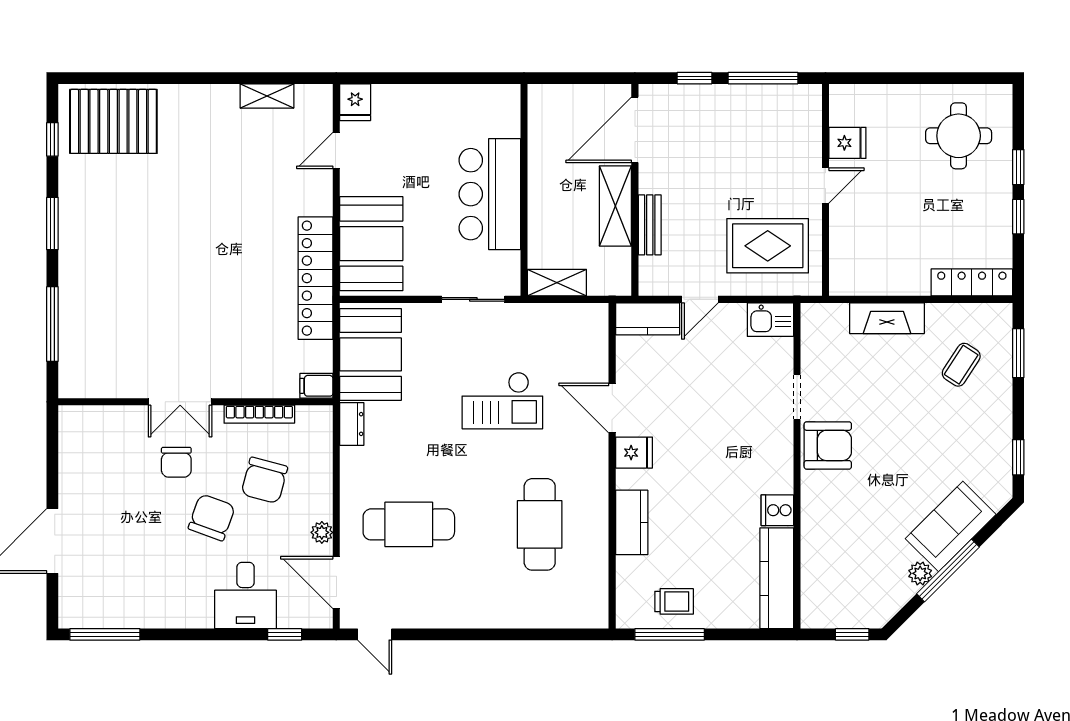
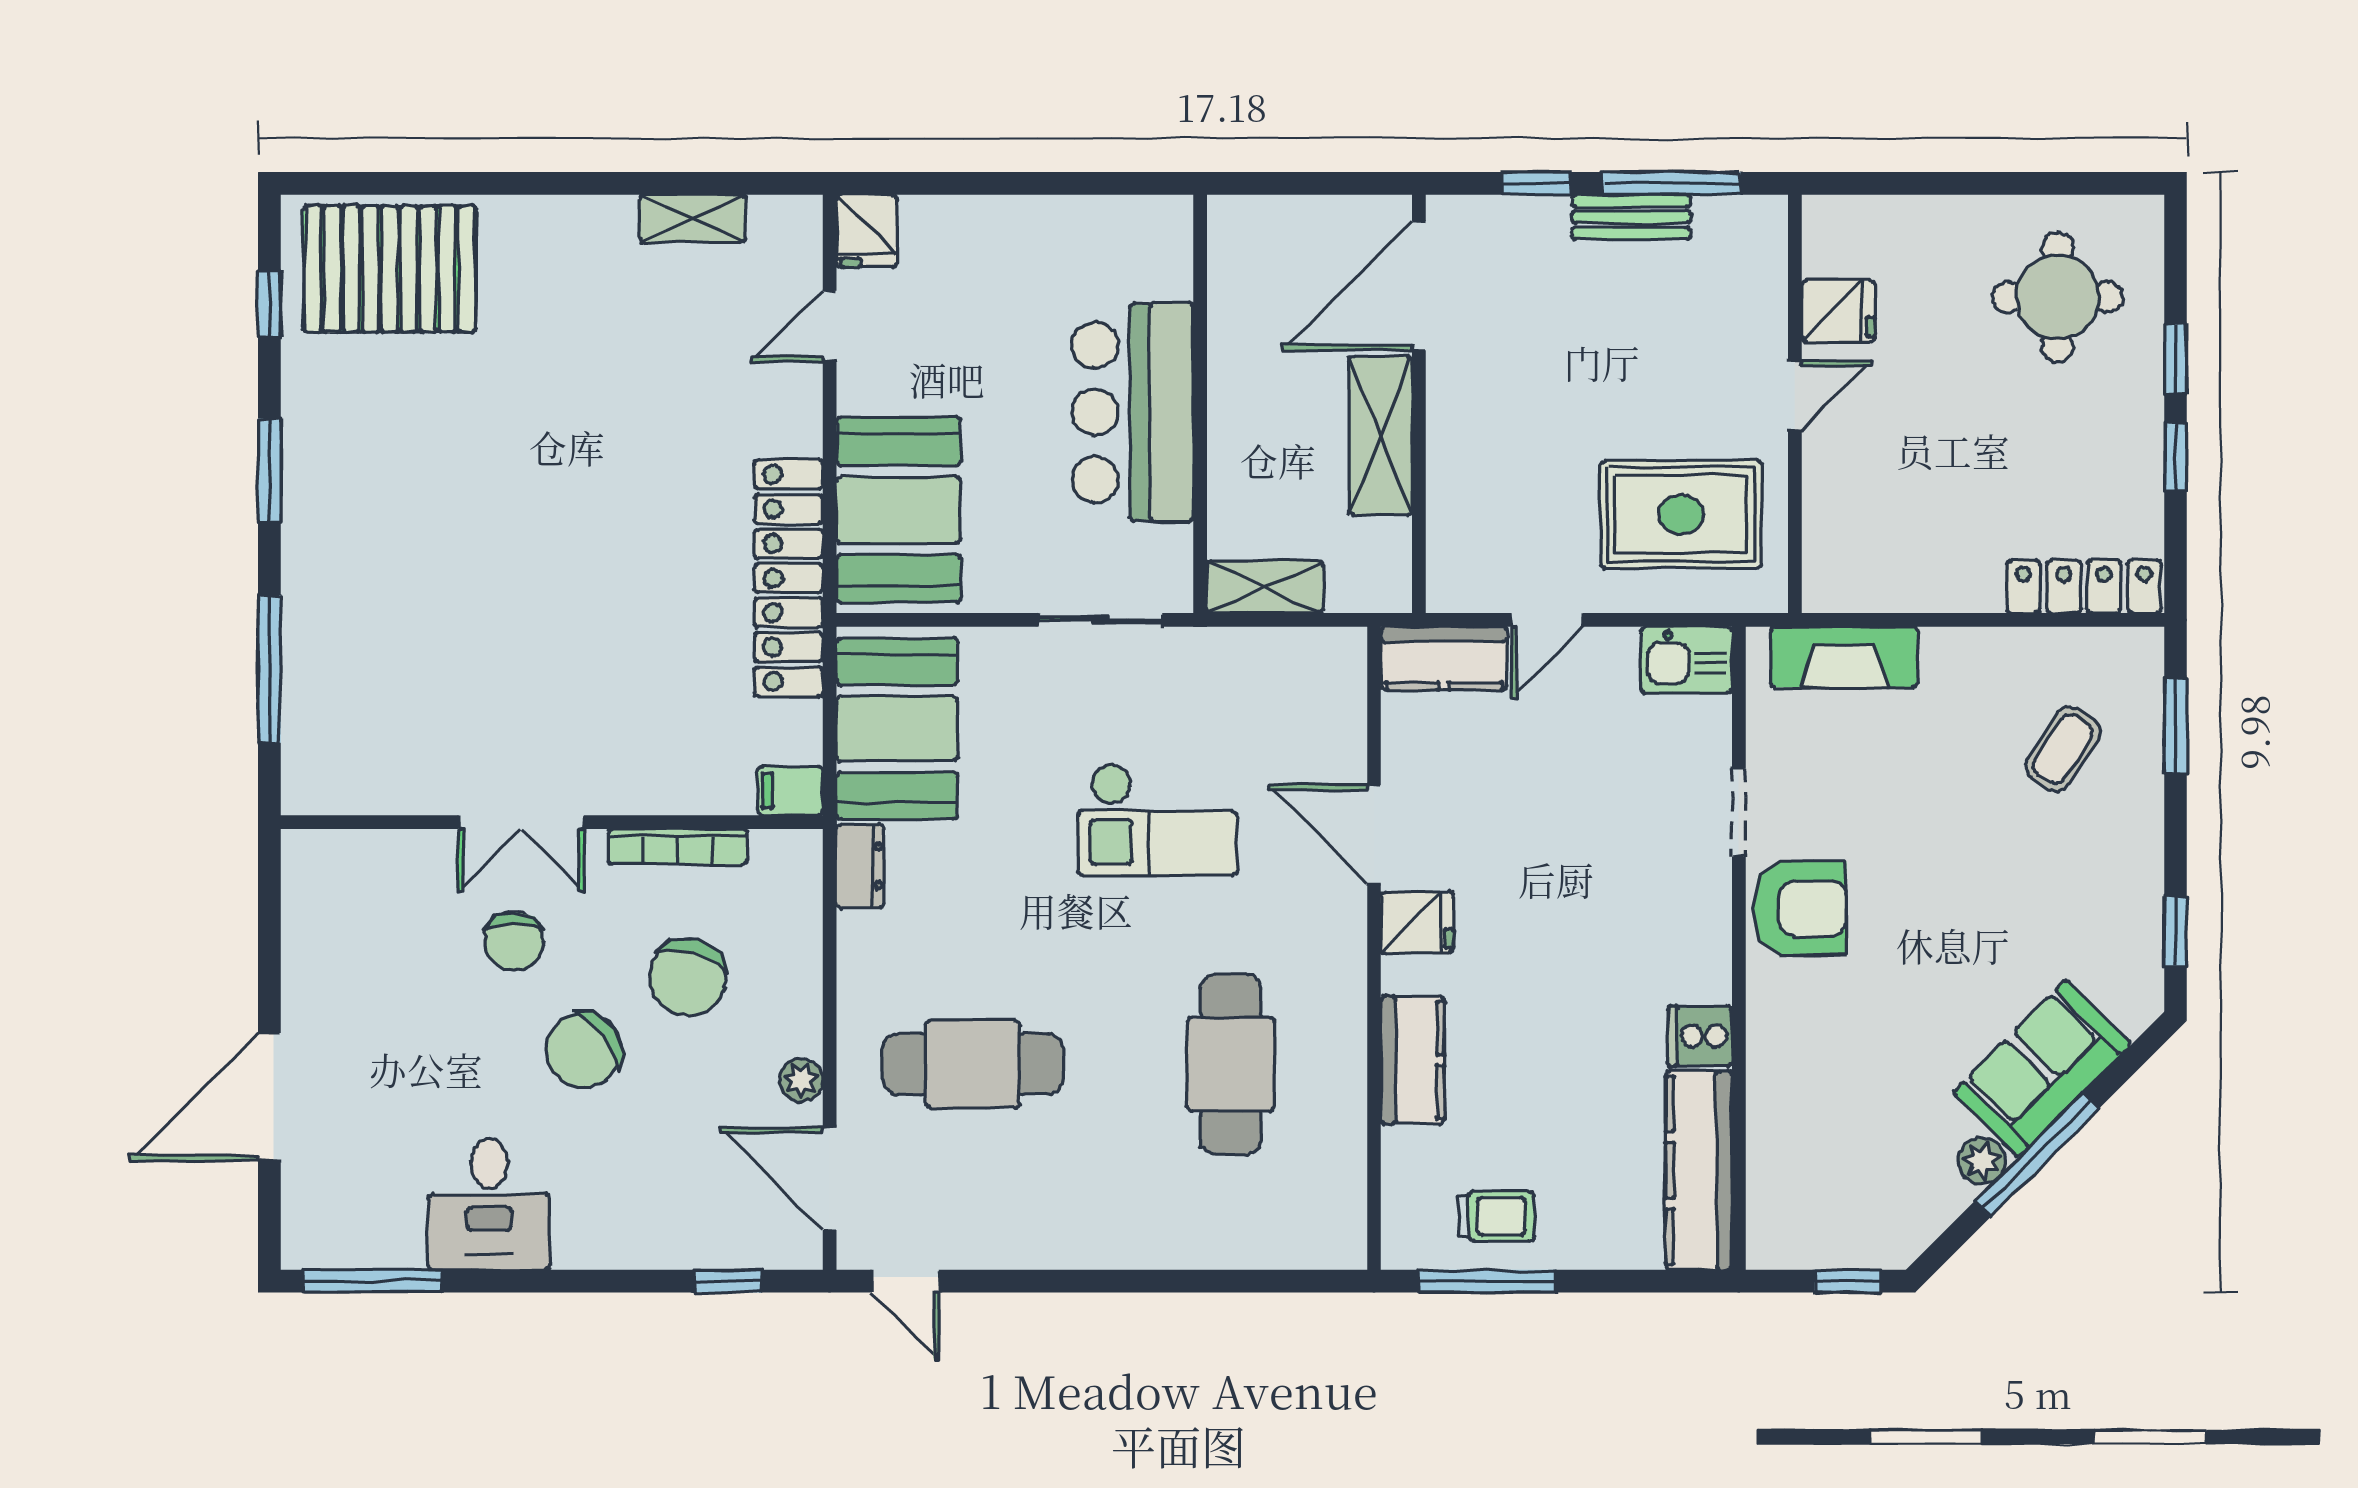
bench: (650, 225) -> (1631, 217), moved, turned 90
fireplace: (887, 318) -> (1844, 657), moved
chair: (212, 517) -> (584, 1050), turned -146
desk: (245, 595) -> (489, 1204), moved

